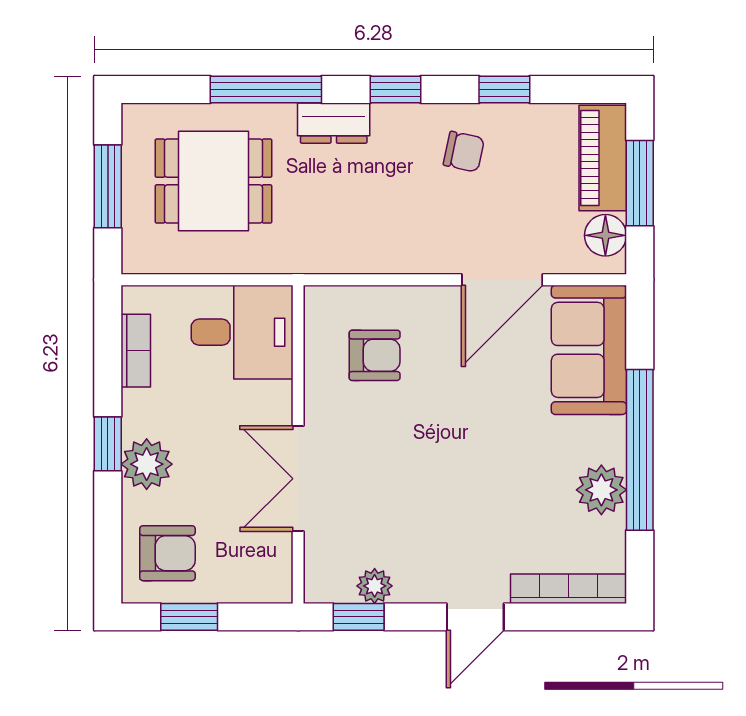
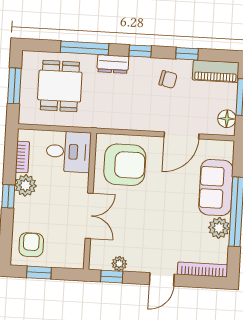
piano: (603, 158) -> (216, 71), moved, turned -90
dining table: (213, 181) -> (60, 86), turned 90
sofa: (589, 350) -> (216, 188), moved
armchair: (375, 355) -> (125, 165), width x1.88, depth x1.88
plant: (147, 464) -> (26, 185), moved
double door: (298, 479) -> (89, 216), swing flipped
armchair: (167, 553) -> (31, 245), turned -90

